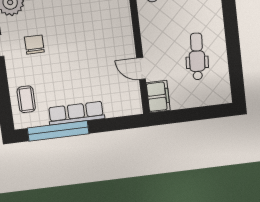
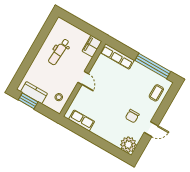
door: (141, 69) -> (83, 78), moved
row of seats: (76, 113) -> (117, 56), moved

